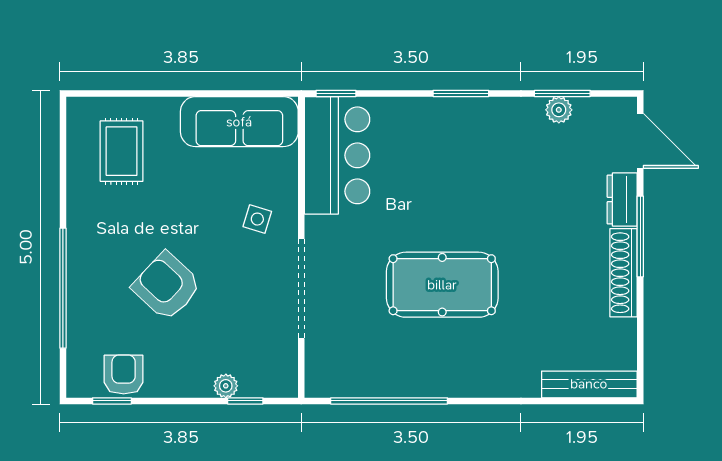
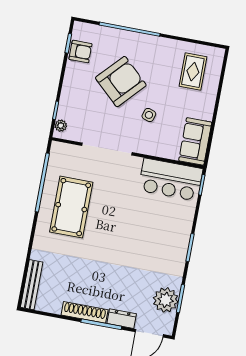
plant: (559, 110) -> (166, 300), width x1.87, depth x1.87
sofa: (239, 122) -> (195, 141), width x0.73
rug: (122, 151) -> (193, 72), turned 90
side table: (257, 219) -> (149, 115), moved
pool table: (442, 285) -> (71, 207), moved
armchair: (167, 286) -> (121, 82), width x1.36, depth x1.36
plant: (226, 386) -> (61, 126), moved

